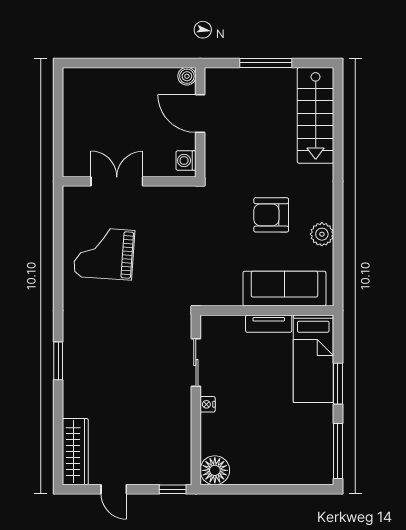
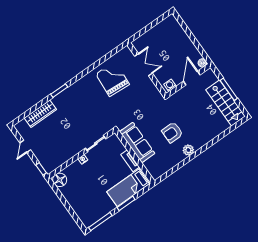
stairs: (316, 115) -> (226, 103), moved, turned -90
armchair: (271, 215) -> (172, 132), turned -90
plant: (322, 234) -> (188, 150), moved
sofa: (284, 289) -> (137, 142), moved
wardrobe: (75, 452) -> (40, 114), moved

